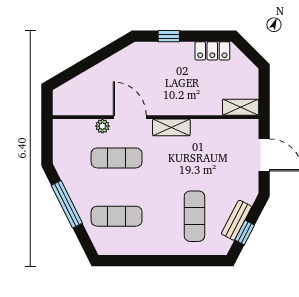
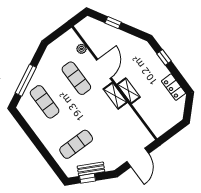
window: (83, 66) -> (113, 23), added
shelving: (241, 107) -> (129, 91), moved
plant: (102, 126) -> (82, 49), moved
window: (67, 204) -> (26, 80), moved

